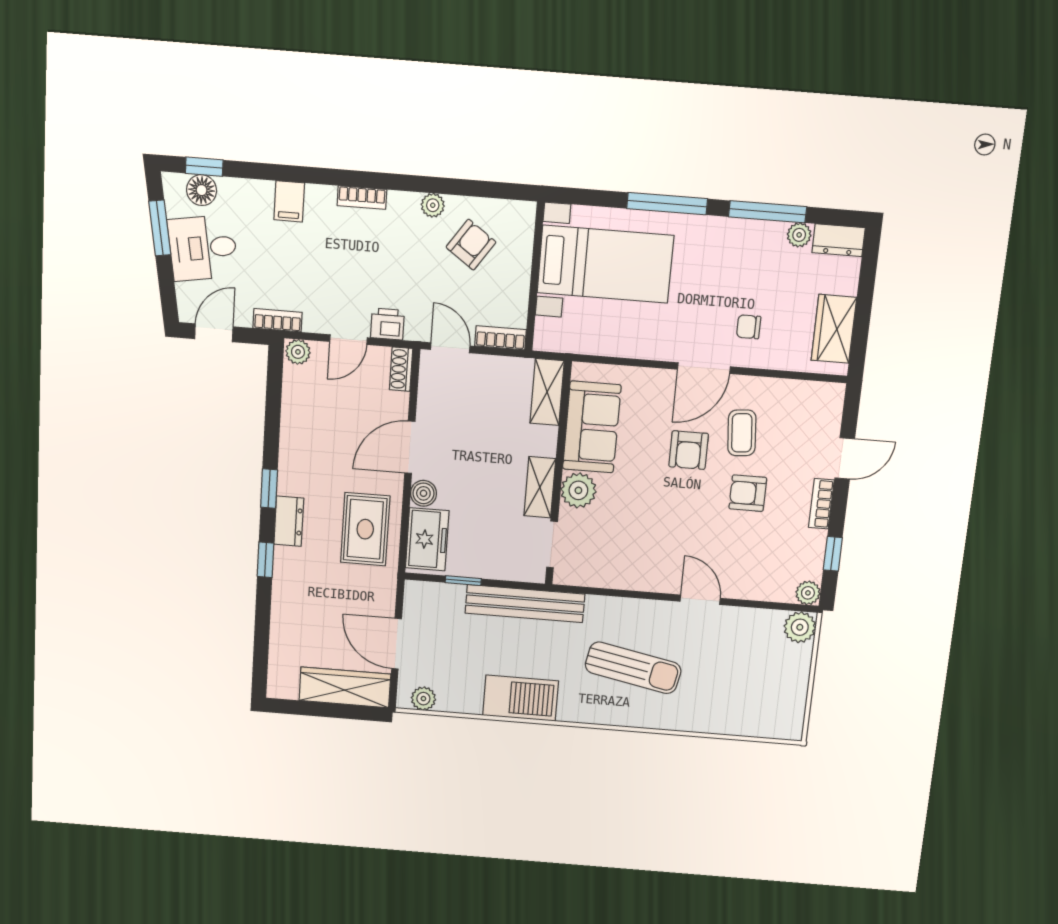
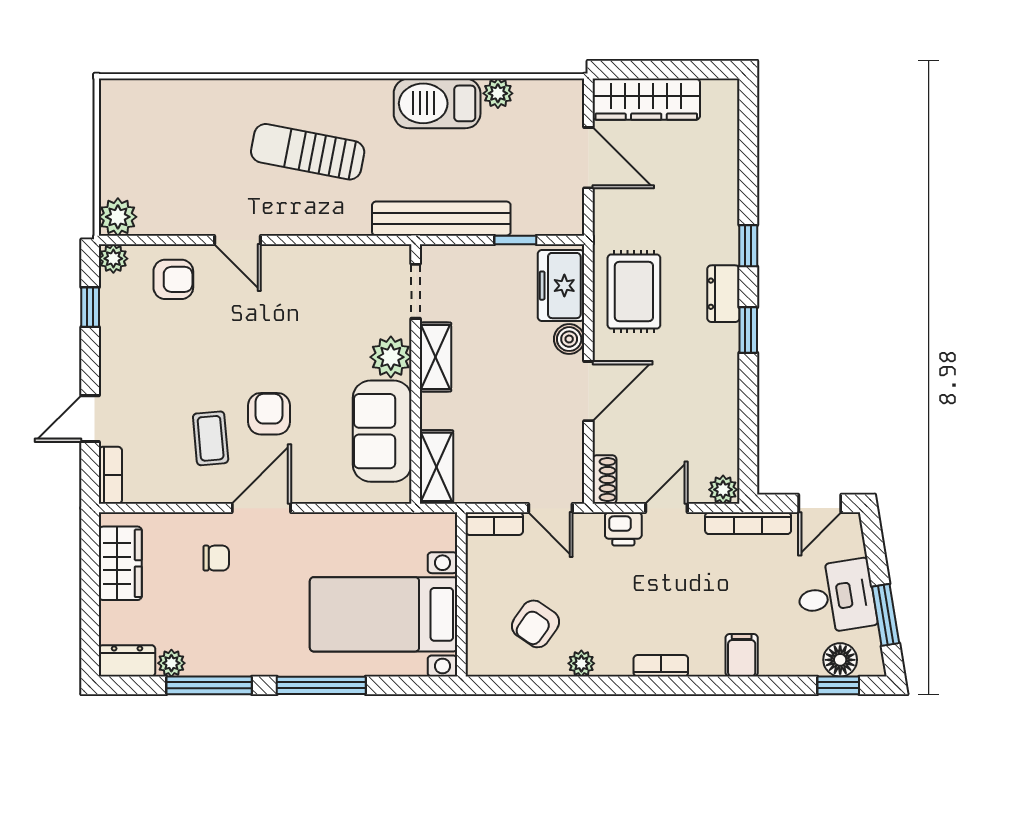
bookcase: (278, 320) -> (748, 523), width x1.56
armchair: (748, 493) -> (173, 279), moved
bookcase: (821, 504) -> (110, 475), moved
plant: (423, 699) -> (498, 93), moved

